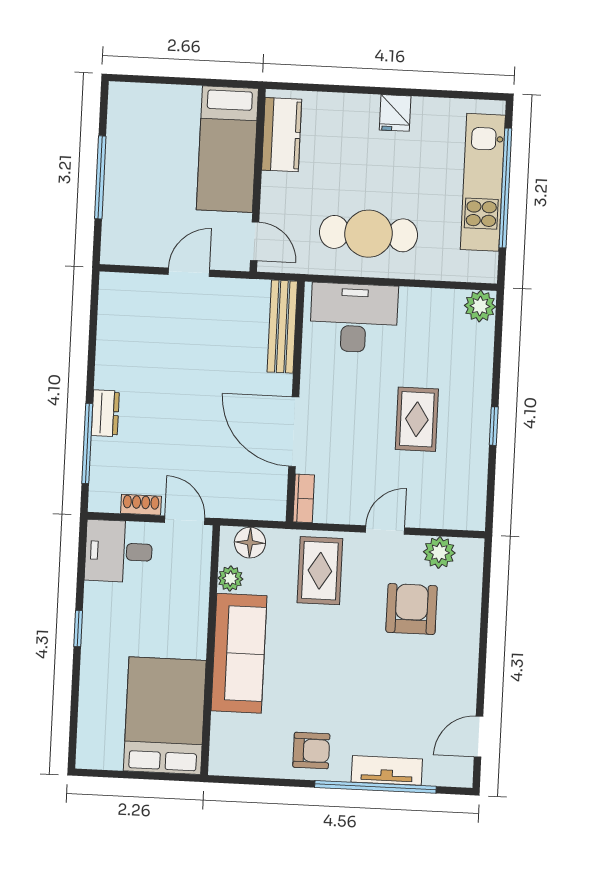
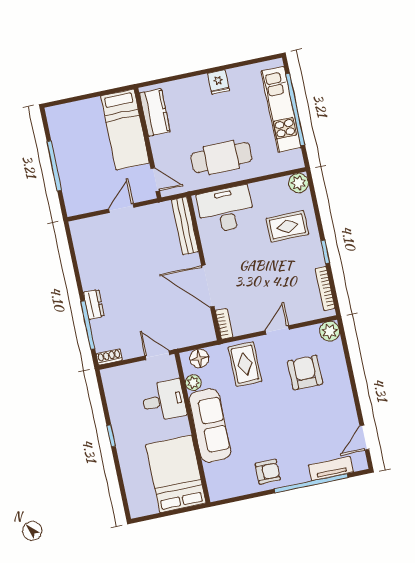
rug: (417, 419) -> (287, 226), moved, turned 90
bookcase: (478, 484) -> (325, 288), added
shoe rack: (141, 505) -> (109, 357), moved
desk: (119, 551) -> (164, 400), moved, turned 180
plant: (439, 552) -> (330, 331), moved
tv unit: (387, 770) -> (331, 469), moved

